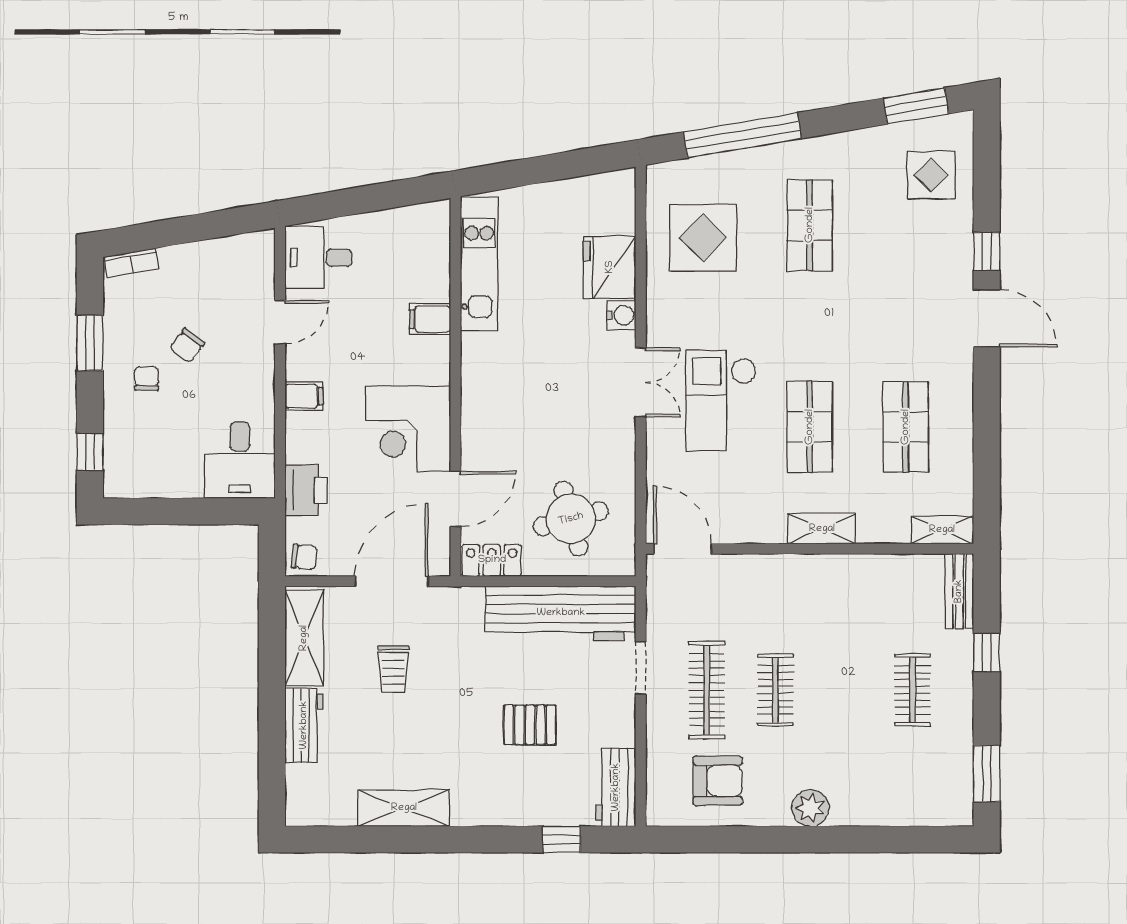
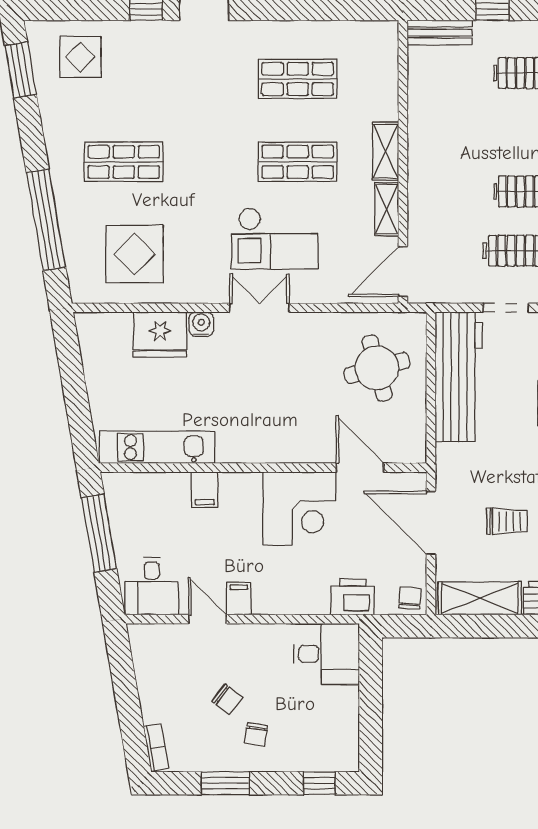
window: (380, 197) -> (99, 533), added
chair: (147, 378) -> (256, 734), turned -81
filing cabinet: (304, 396) -> (239, 599), moved
shelving: (942, 530) -> (387, 209), moved
locker: (492, 560) -> (413, 436), removed

